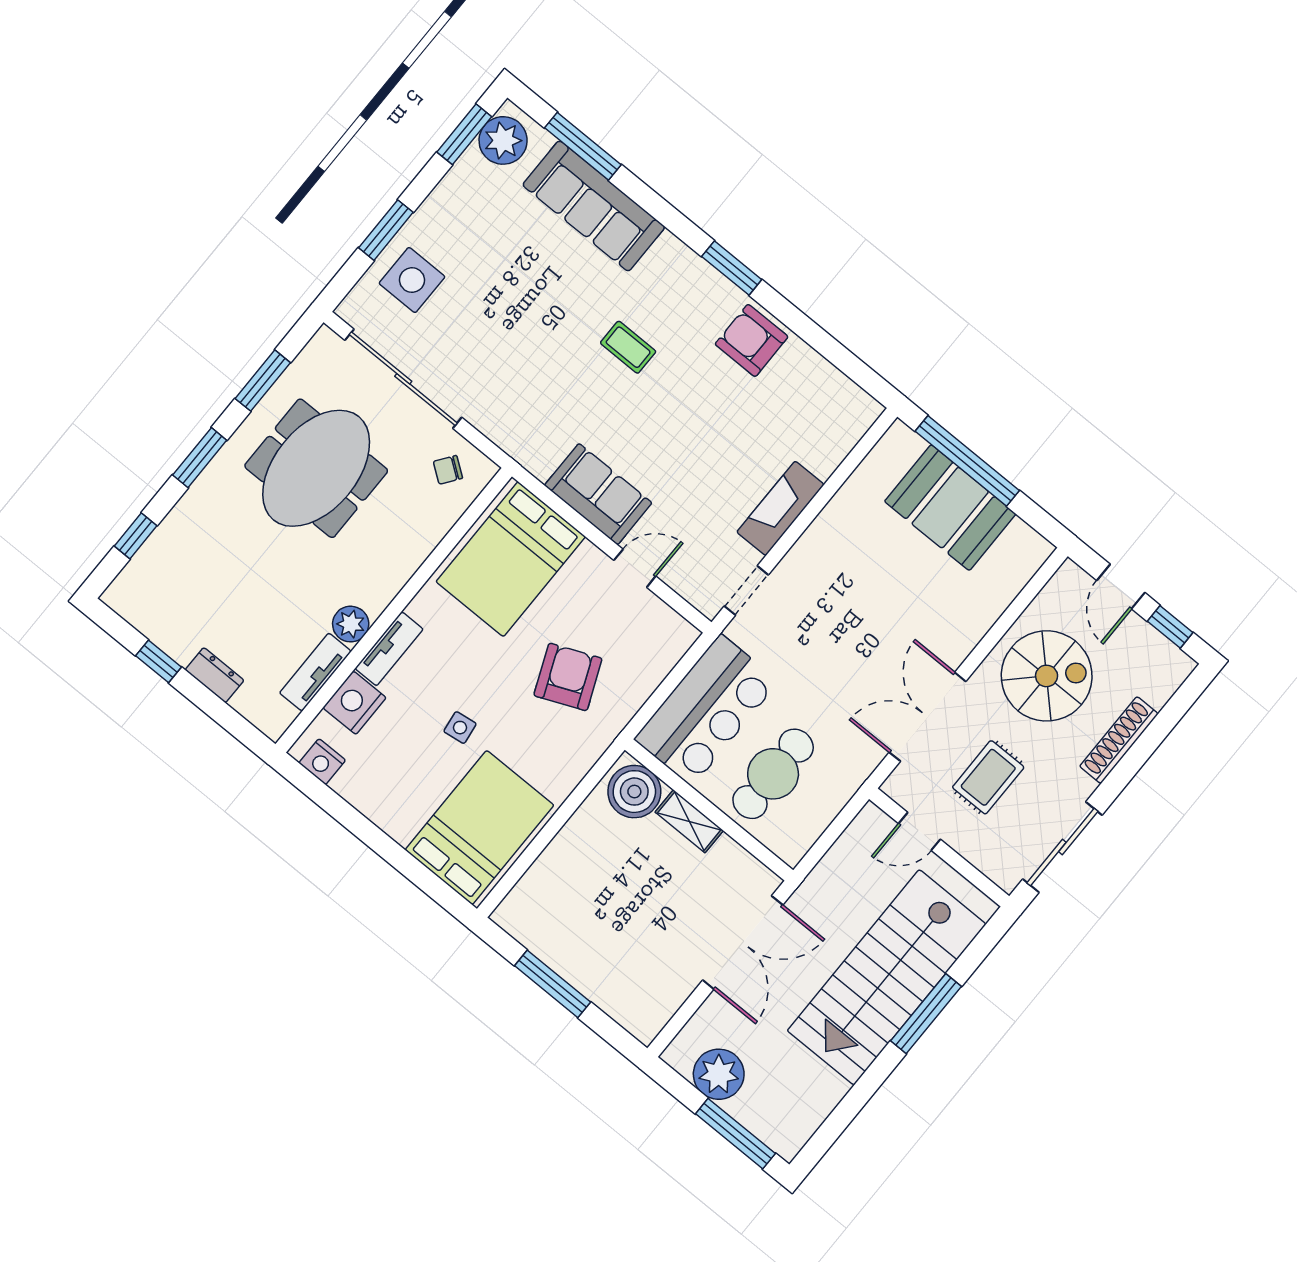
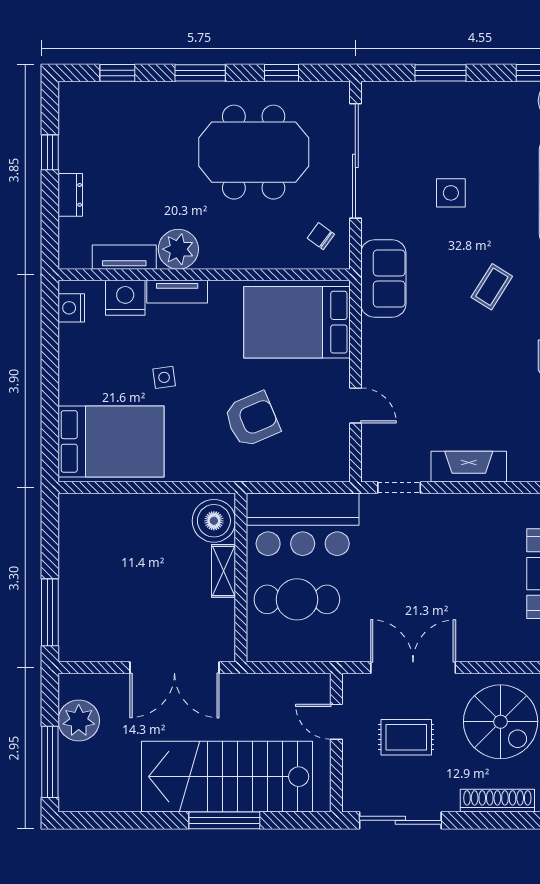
side table: (412, 280) -> (451, 193), moved, width x0.73, depth x0.73
coffee table: (628, 347) -> (492, 287), turned 32
window: (263, 381) -> (281, 73), width x0.67
sofa: (598, 494) -> (383, 279), moved
plant: (351, 624) -> (178, 249), width x1.36, depth x1.36
window: (553, 984) -> (50, 612), moved

